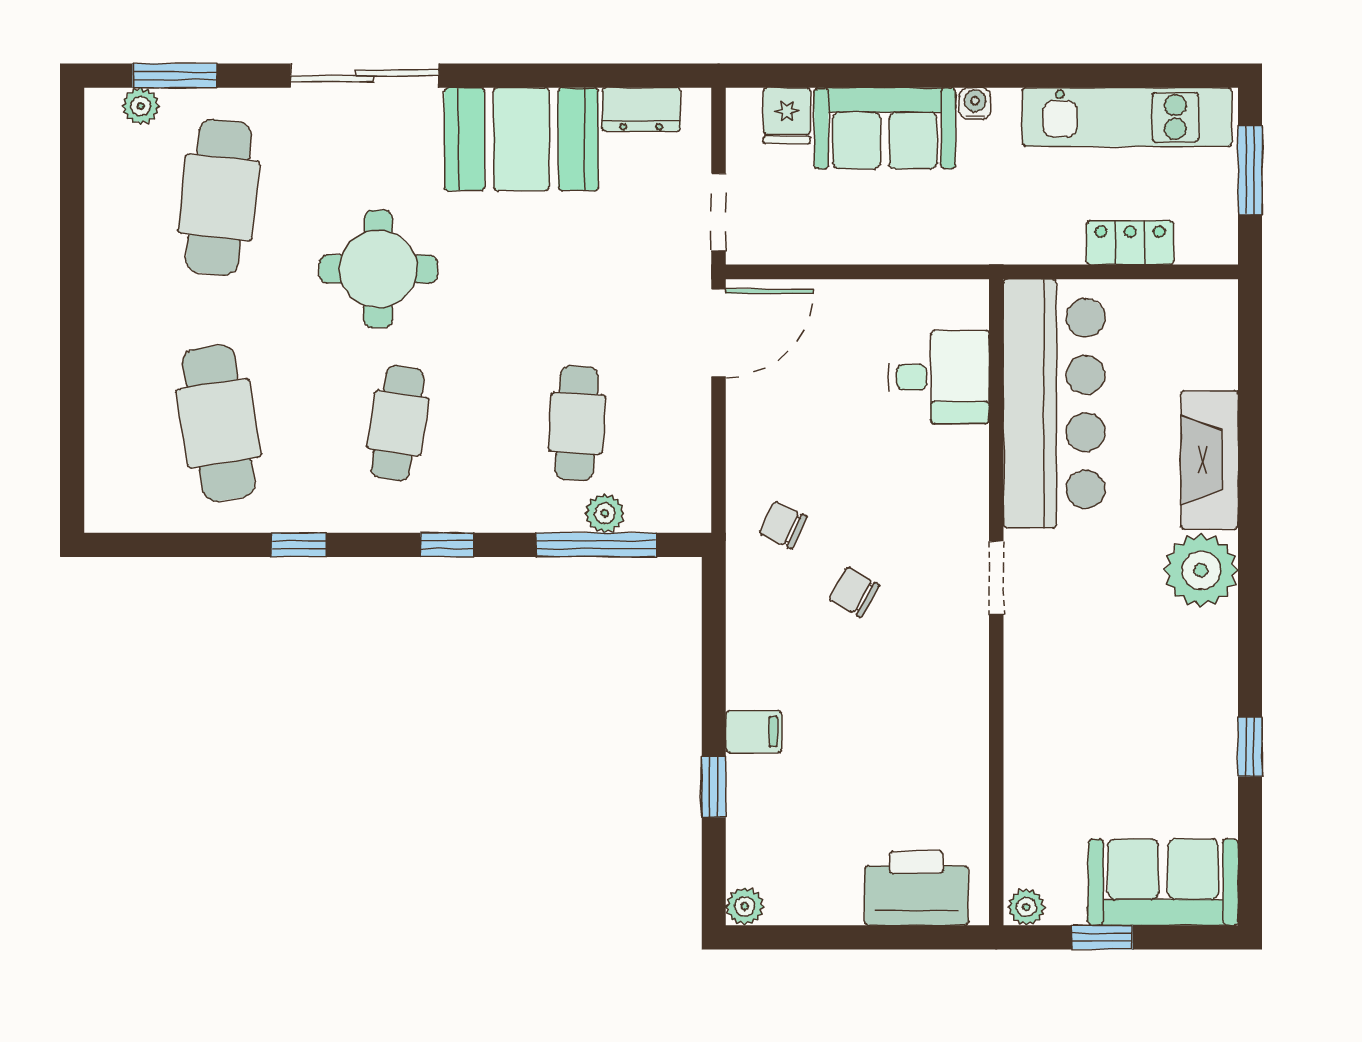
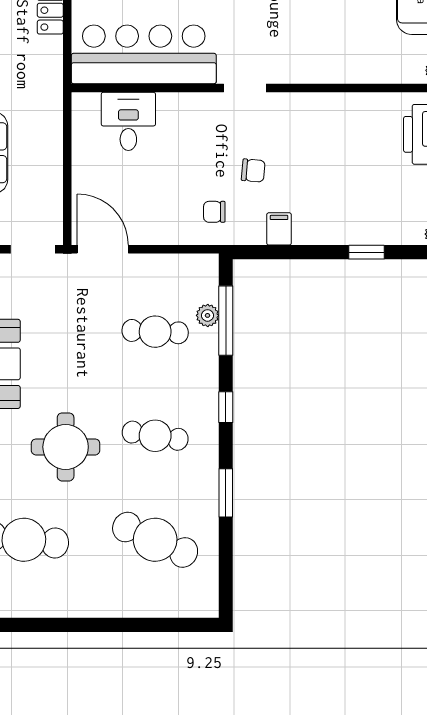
cafe table: (219, 423) -> (155, 540), turned 33
chair: (783, 525) -> (214, 212), turned 65
window: (299, 545) -> (226, 493), width x1.50
chair: (854, 592) -> (253, 171), turned -115
filing cabinet: (754, 732) -> (279, 229), moved

